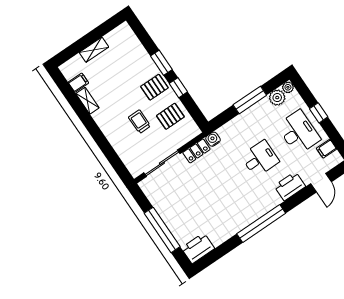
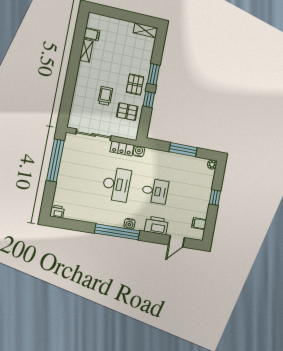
shelving: (94, 50) -> (145, 30), moved
pallet: (154, 87) -> (135, 85), turned 90
plant: (277, 98) -> (200, 164), removed
desk: (299, 132) -> (116, 184), moved
water cooler: (265, 207) -> (129, 224), added
window: (162, 230) -> (55, 160), moved
printer: (198, 248) -> (57, 212), width x0.53, depth x0.68

